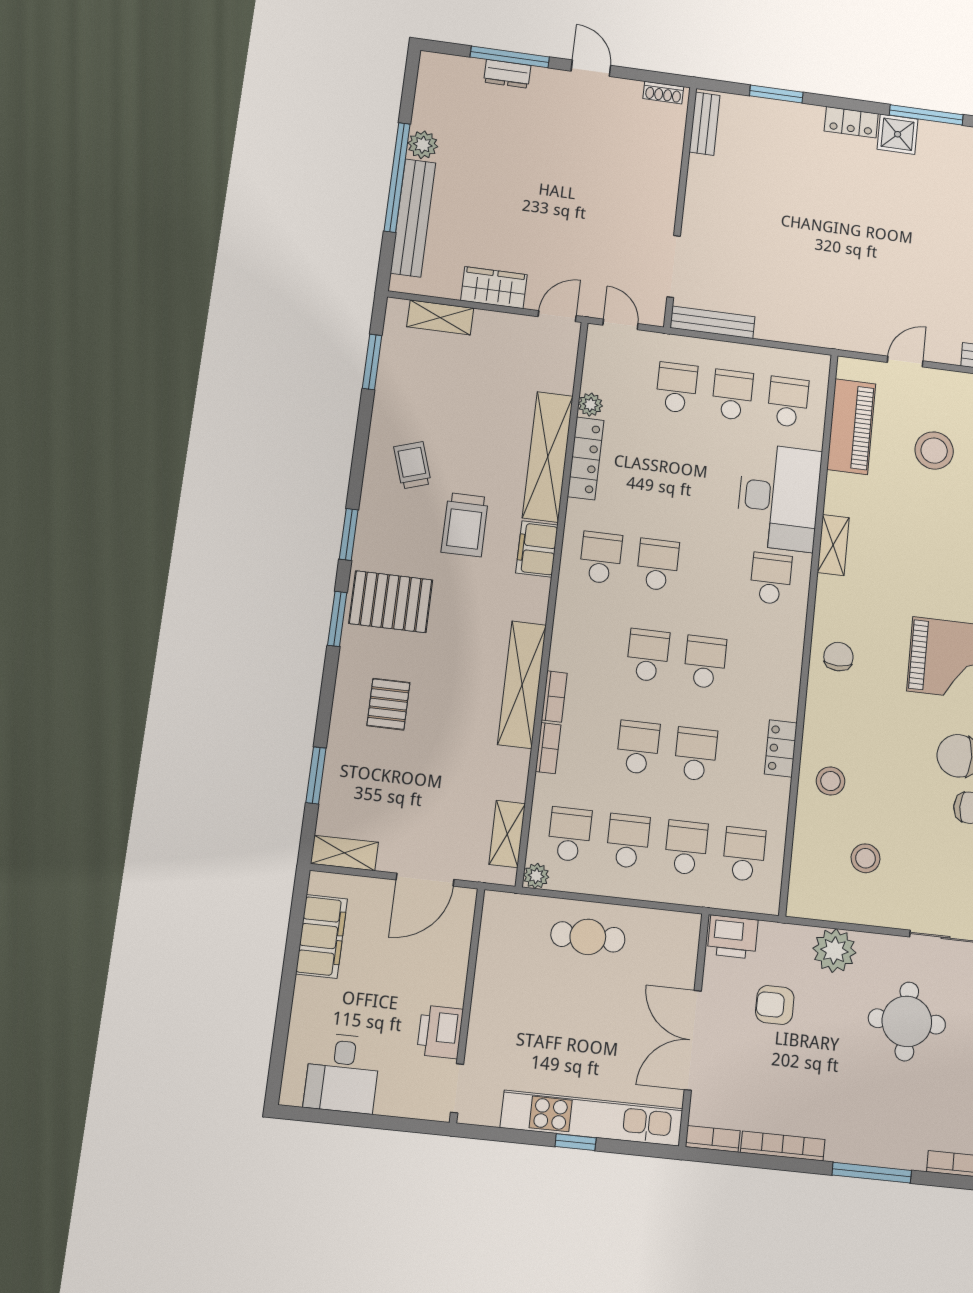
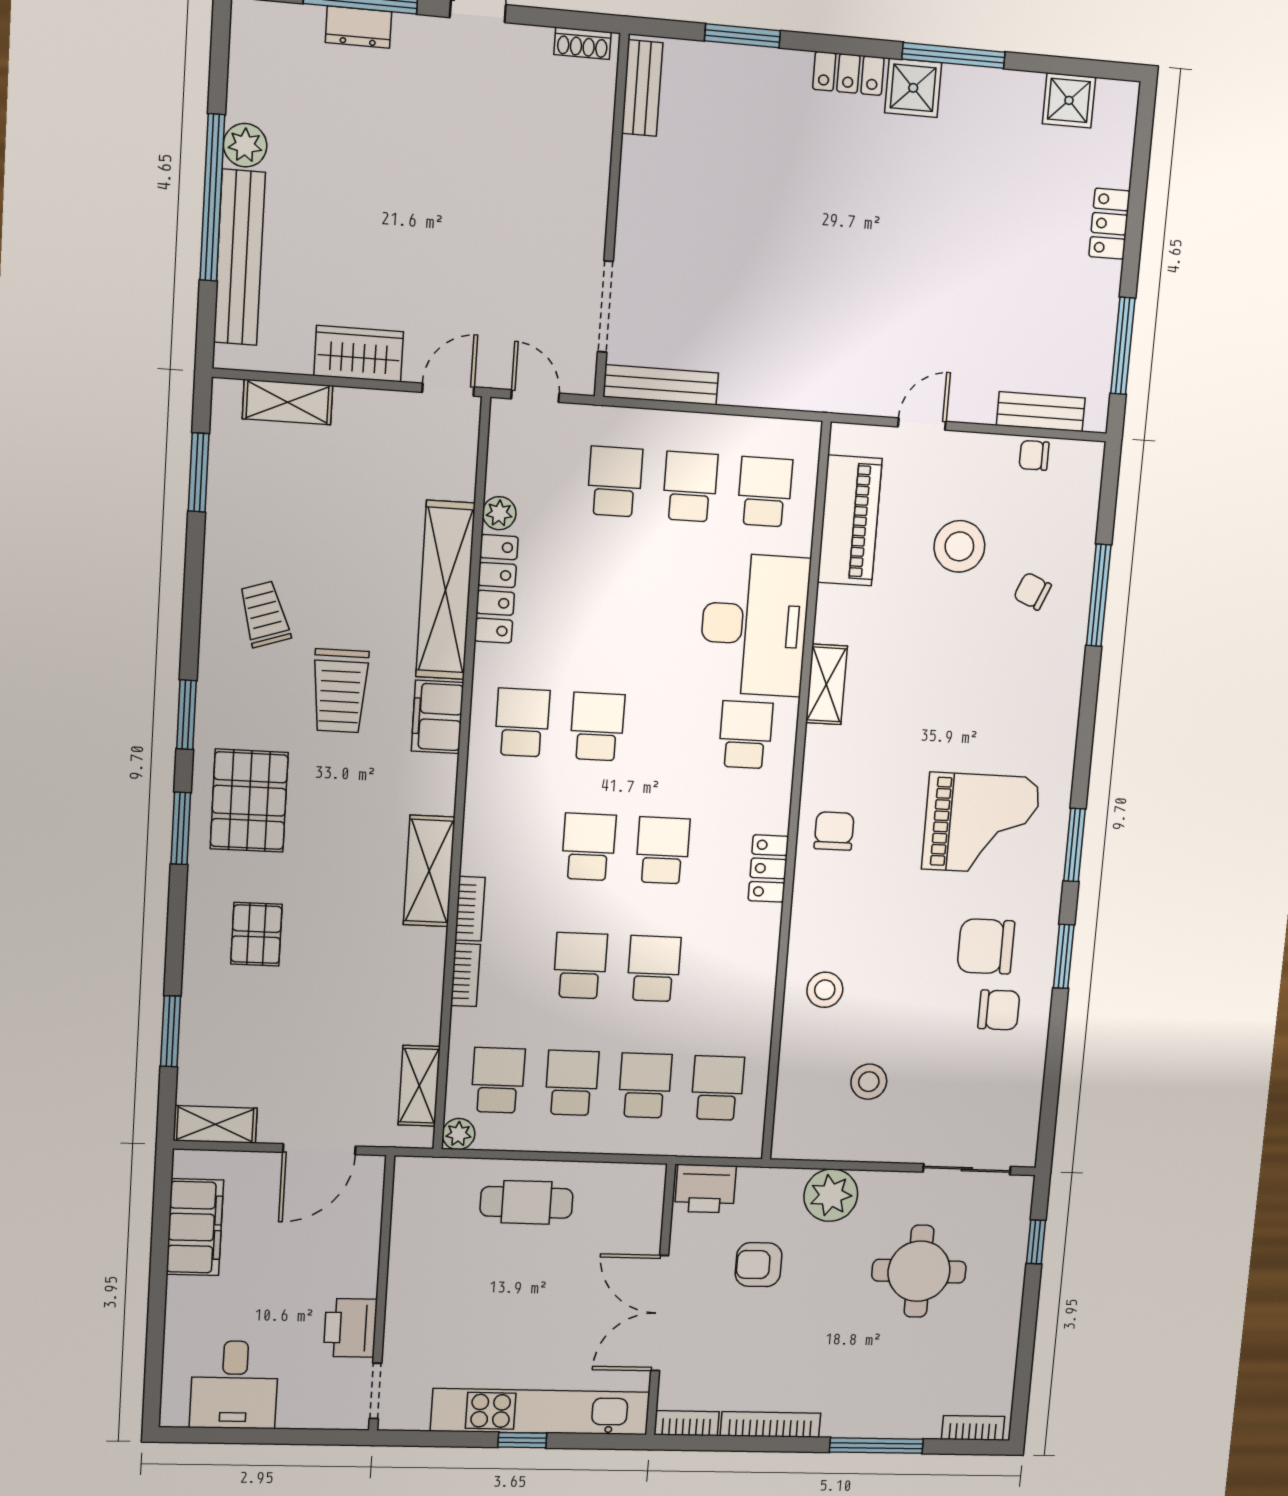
pallet: (391, 602) -> (249, 801), turned 90
shelving: (522, 685) -> (429, 871), width x0.68
locker: (781, 748) -> (768, 868), moved

